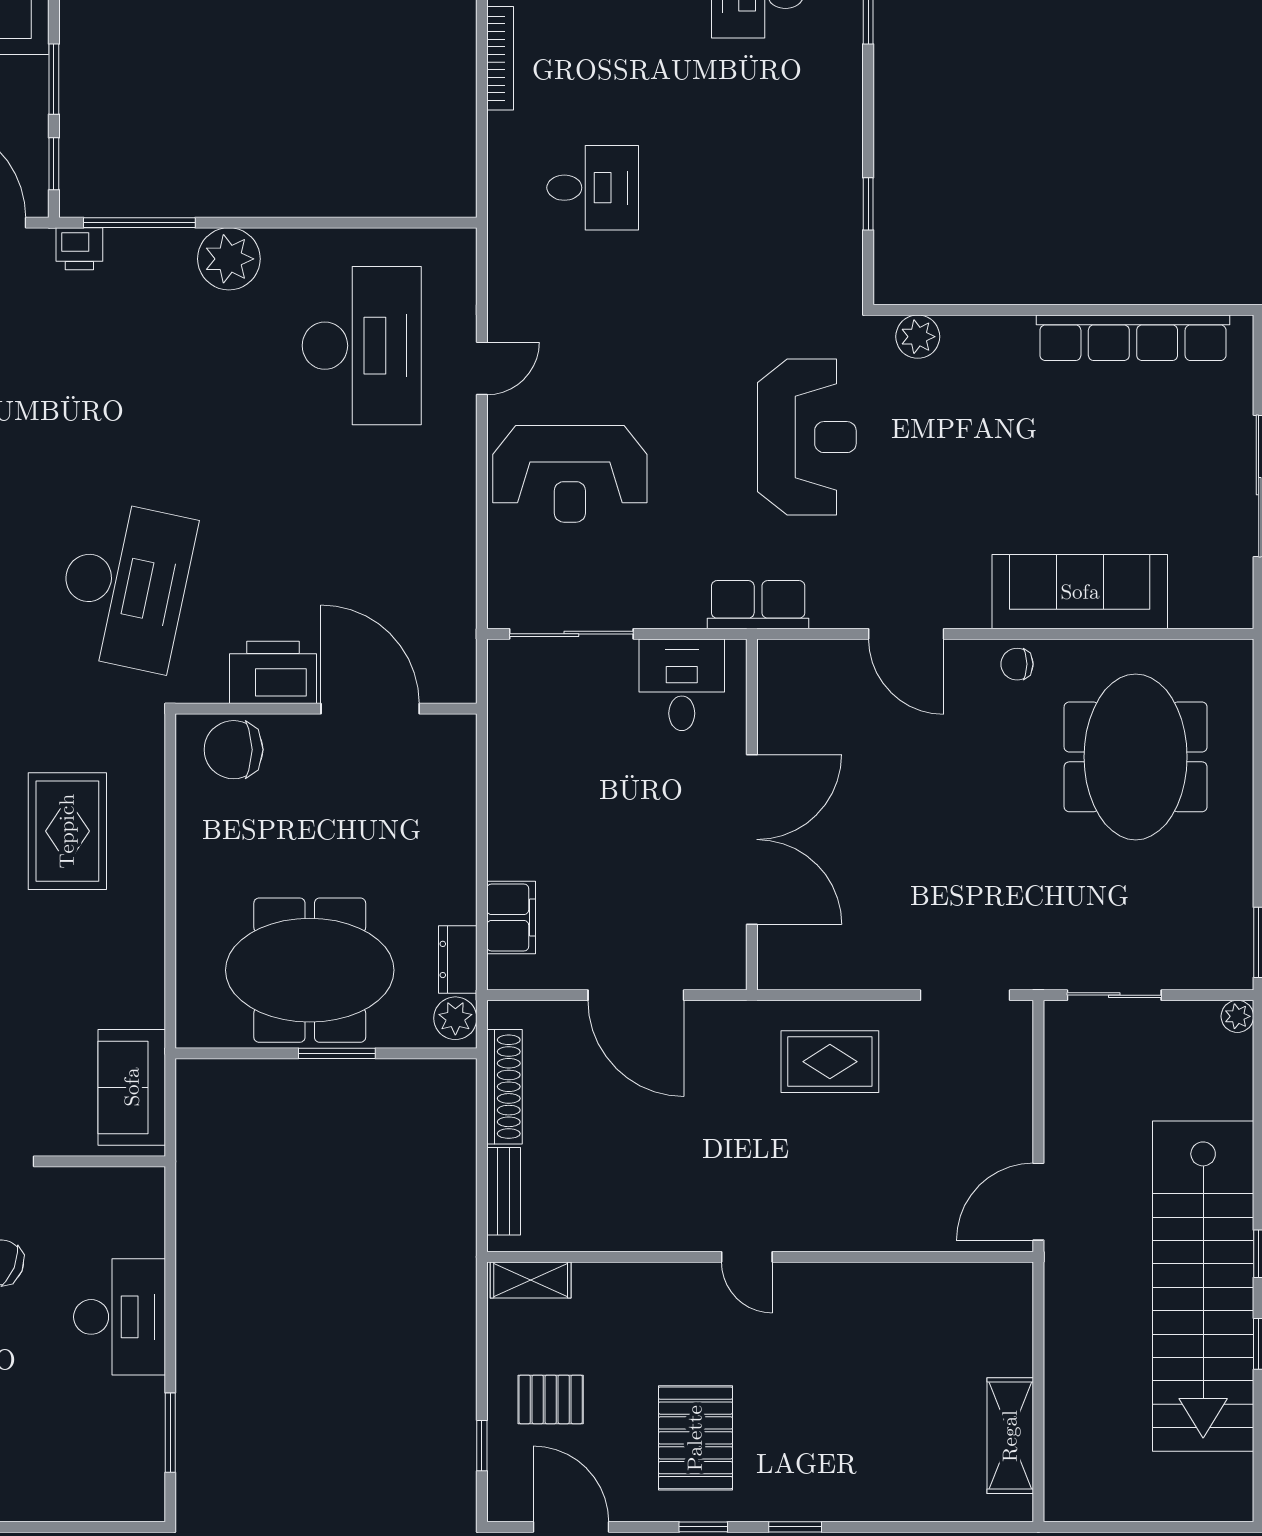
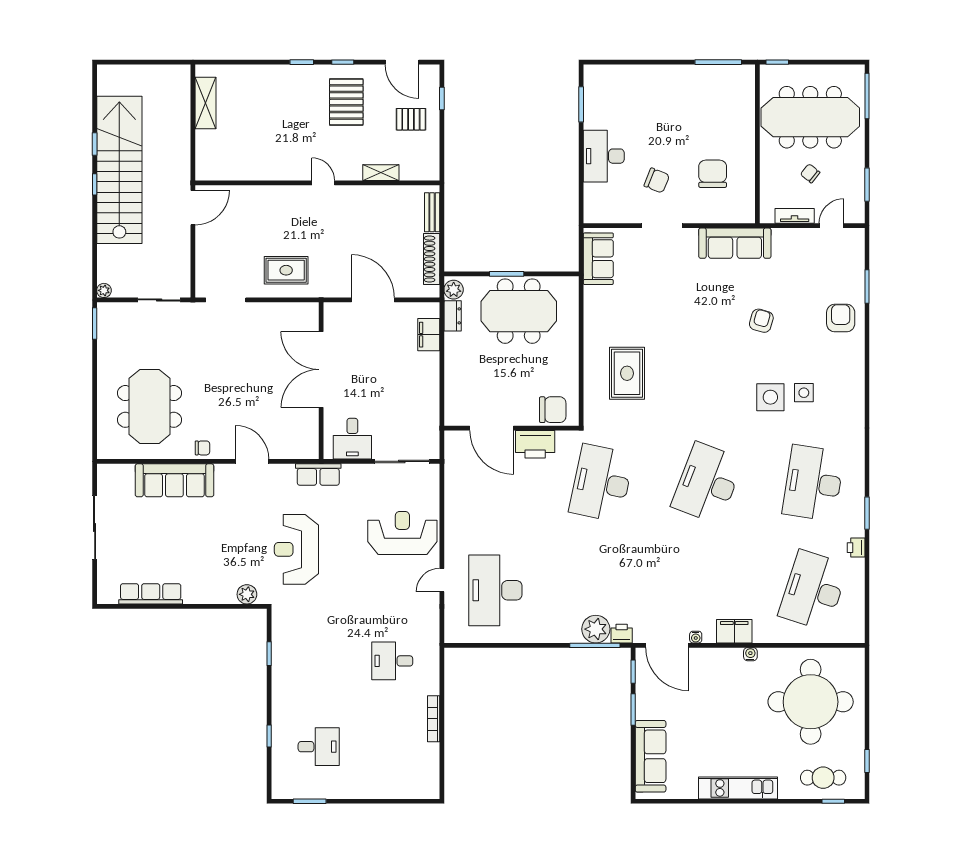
plant: (229, 259) -> (596, 629), moved
row of seats: (1133, 338) -> (151, 594), width x0.73
shelving: (531, 1280) -> (381, 173), moved

